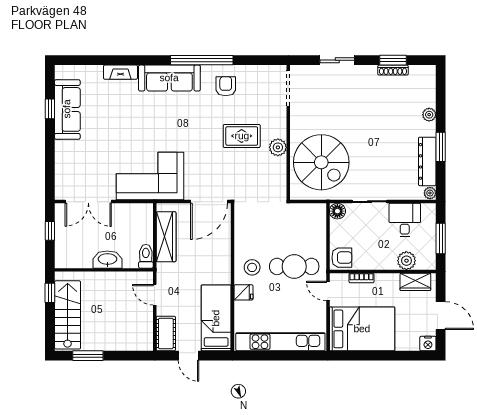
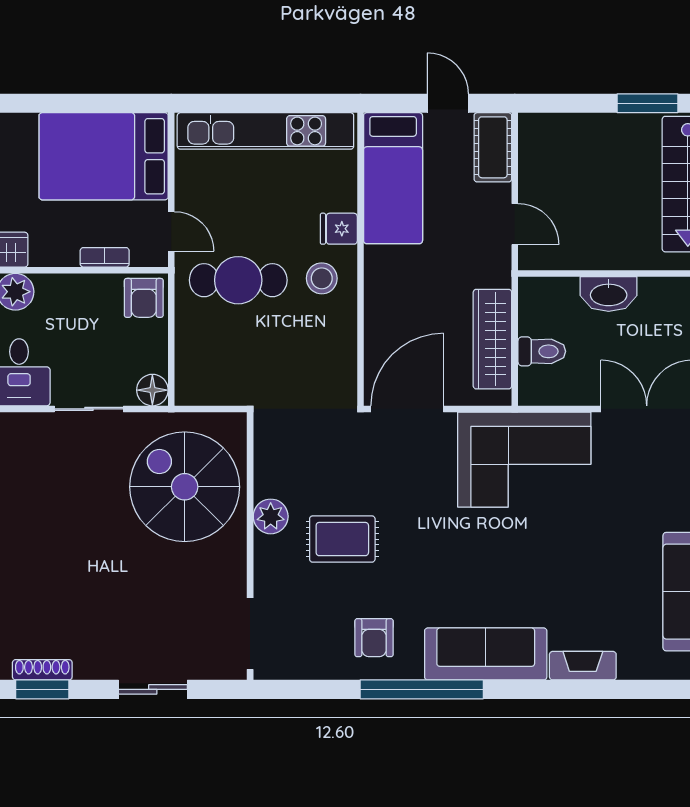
toilet: (146, 256) -> (542, 351), moved, turned -90
armchair: (342, 258) -> (144, 298), turned -90

